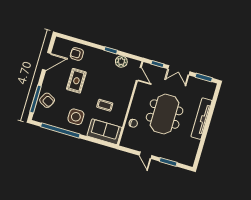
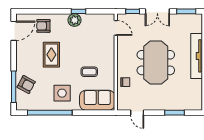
door: (47, 61) -> (14, 31), moved
plant: (121, 62) -> (74, 20), moved
door: (146, 155) -> (137, 113), moved

